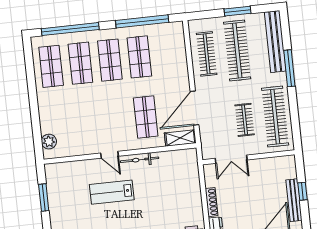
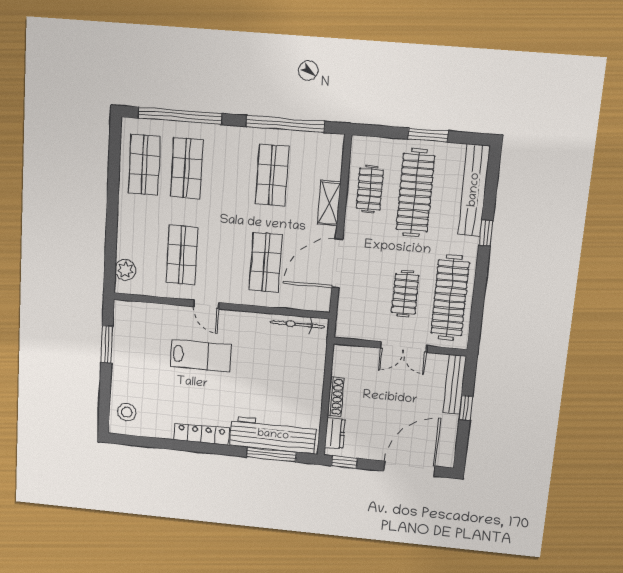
clothes rail: (207, 54) -> (370, 189), width x0.73
shop shelf: (110, 60) -> (182, 255), moved
window: (289, 68) -> (486, 233), width x0.46
shelving: (180, 138) -> (329, 203), moved, turned 90
double door: (231, 159) -> (404, 347), moved
bicycle: (140, 160) -> (297, 324), moved
lab bench: (112, 192) -> (201, 356), turned 180
bench: (294, 200) -> (455, 384), moved

